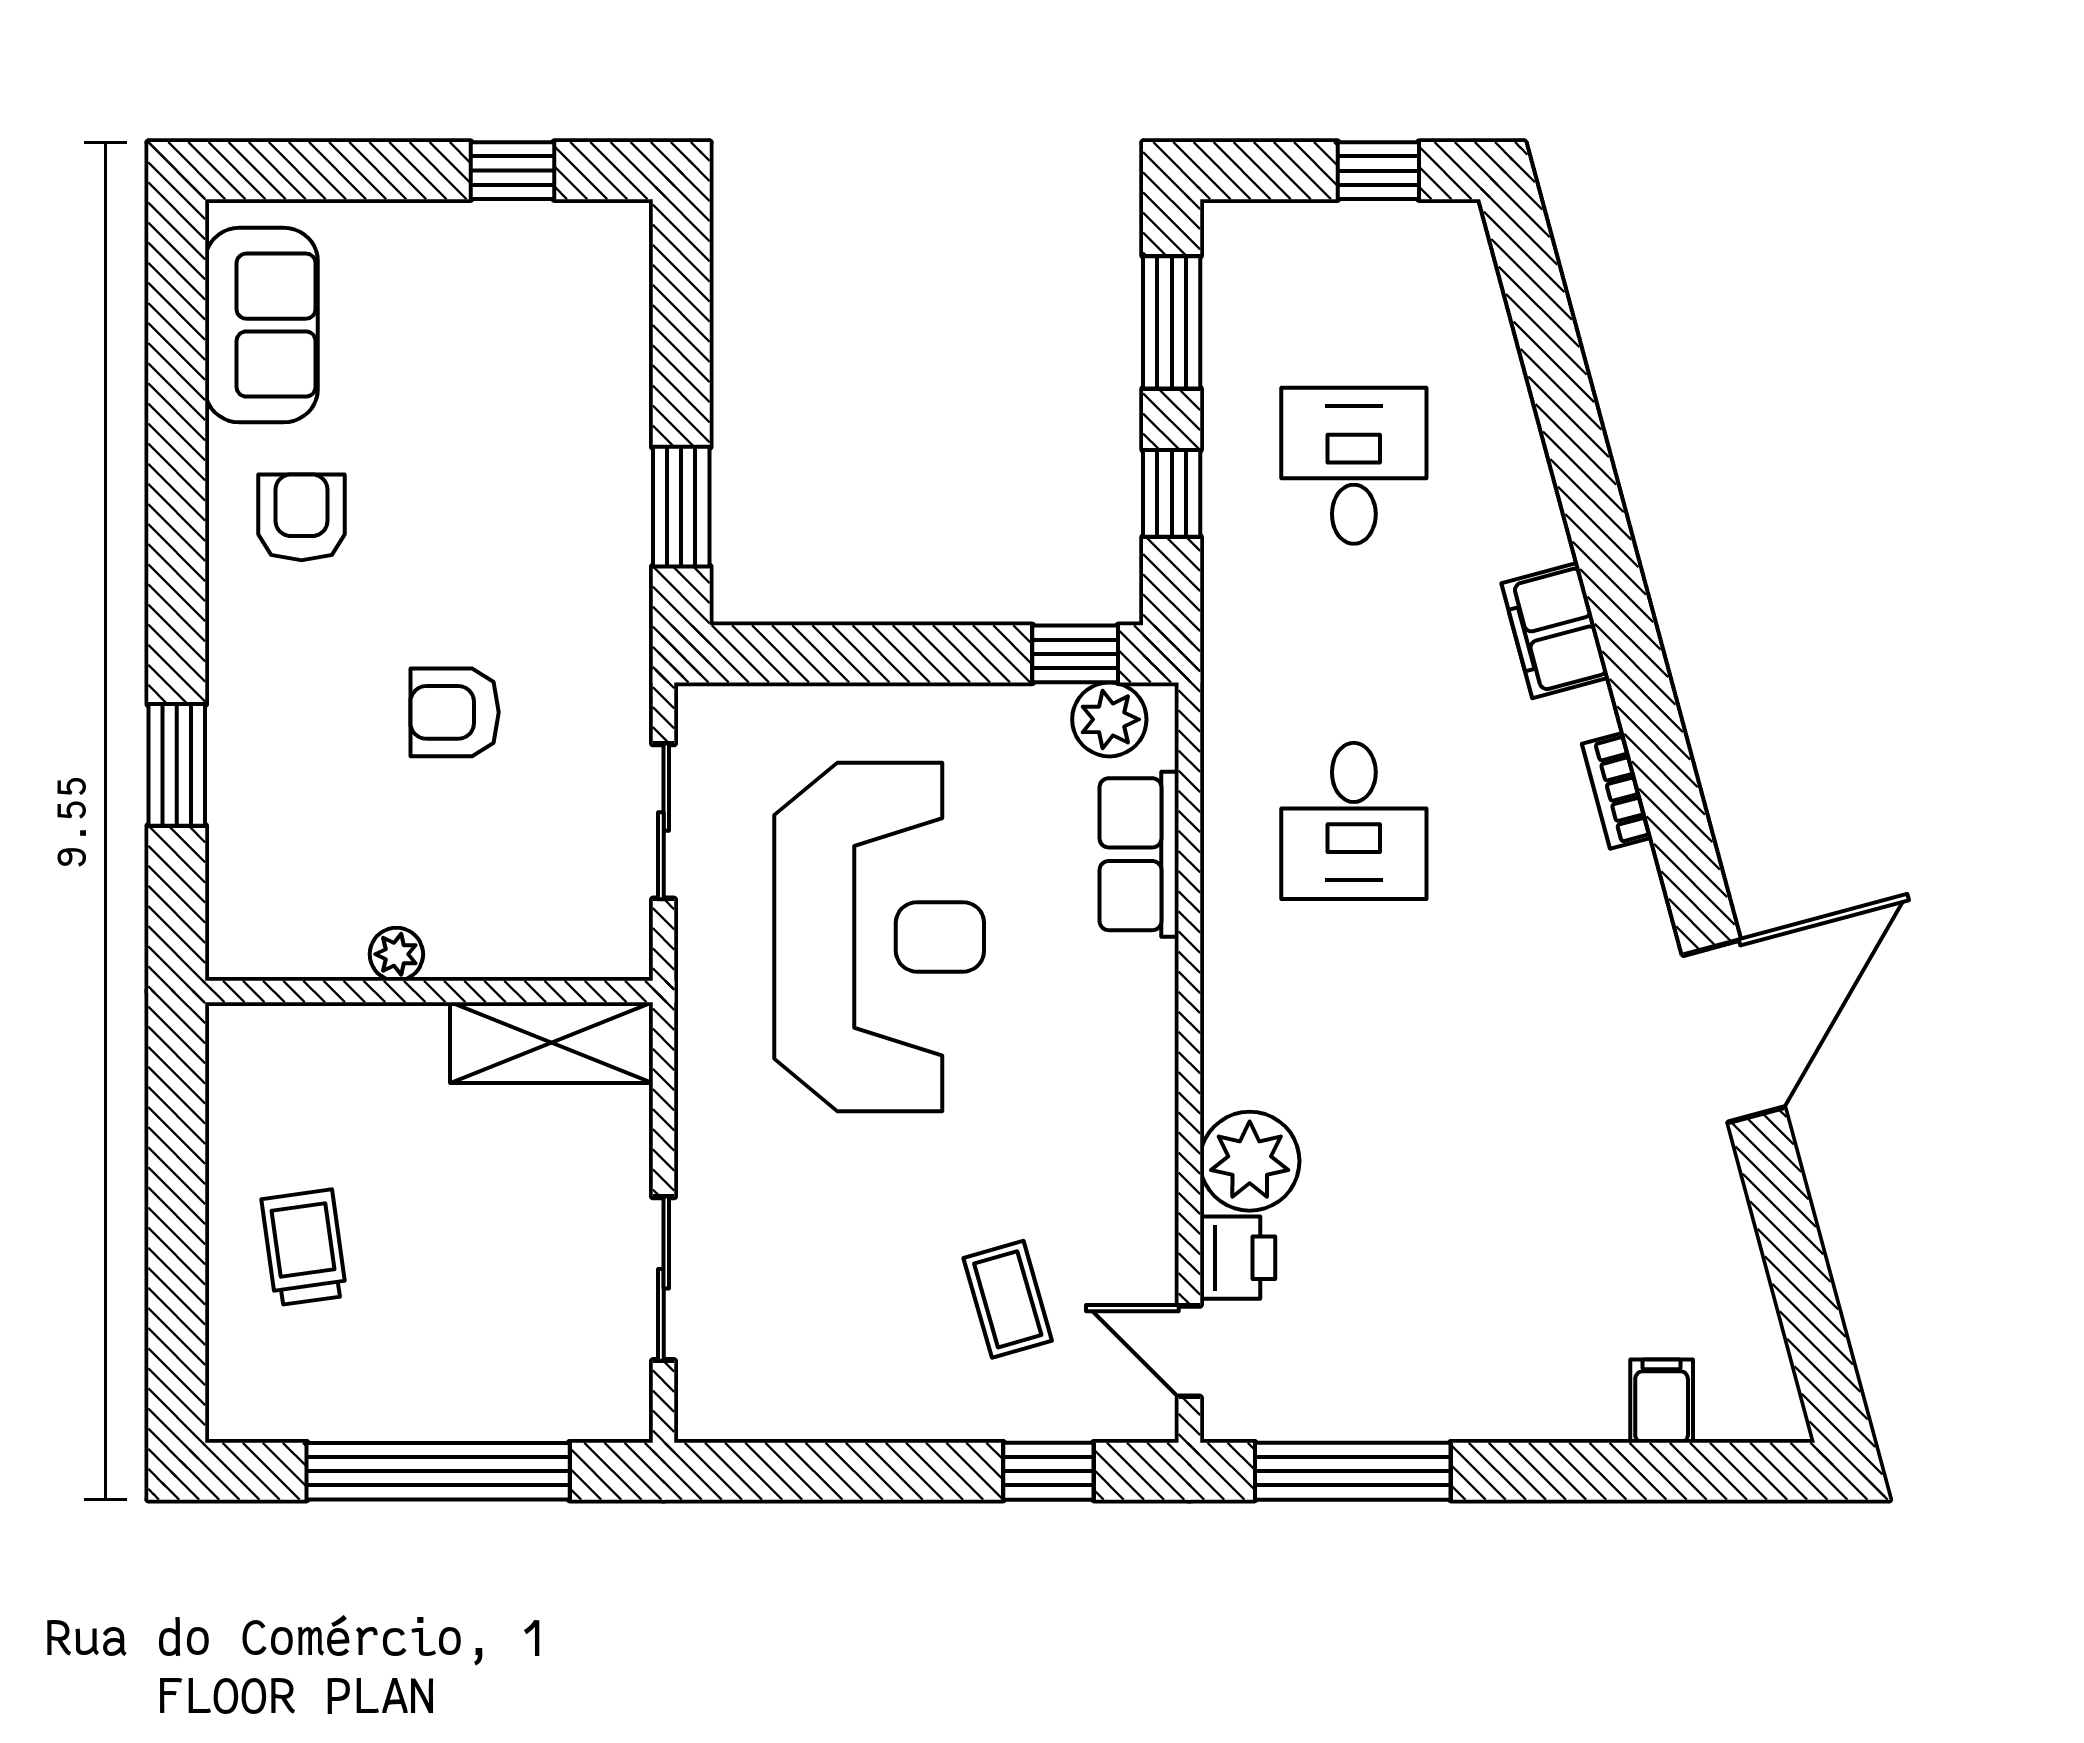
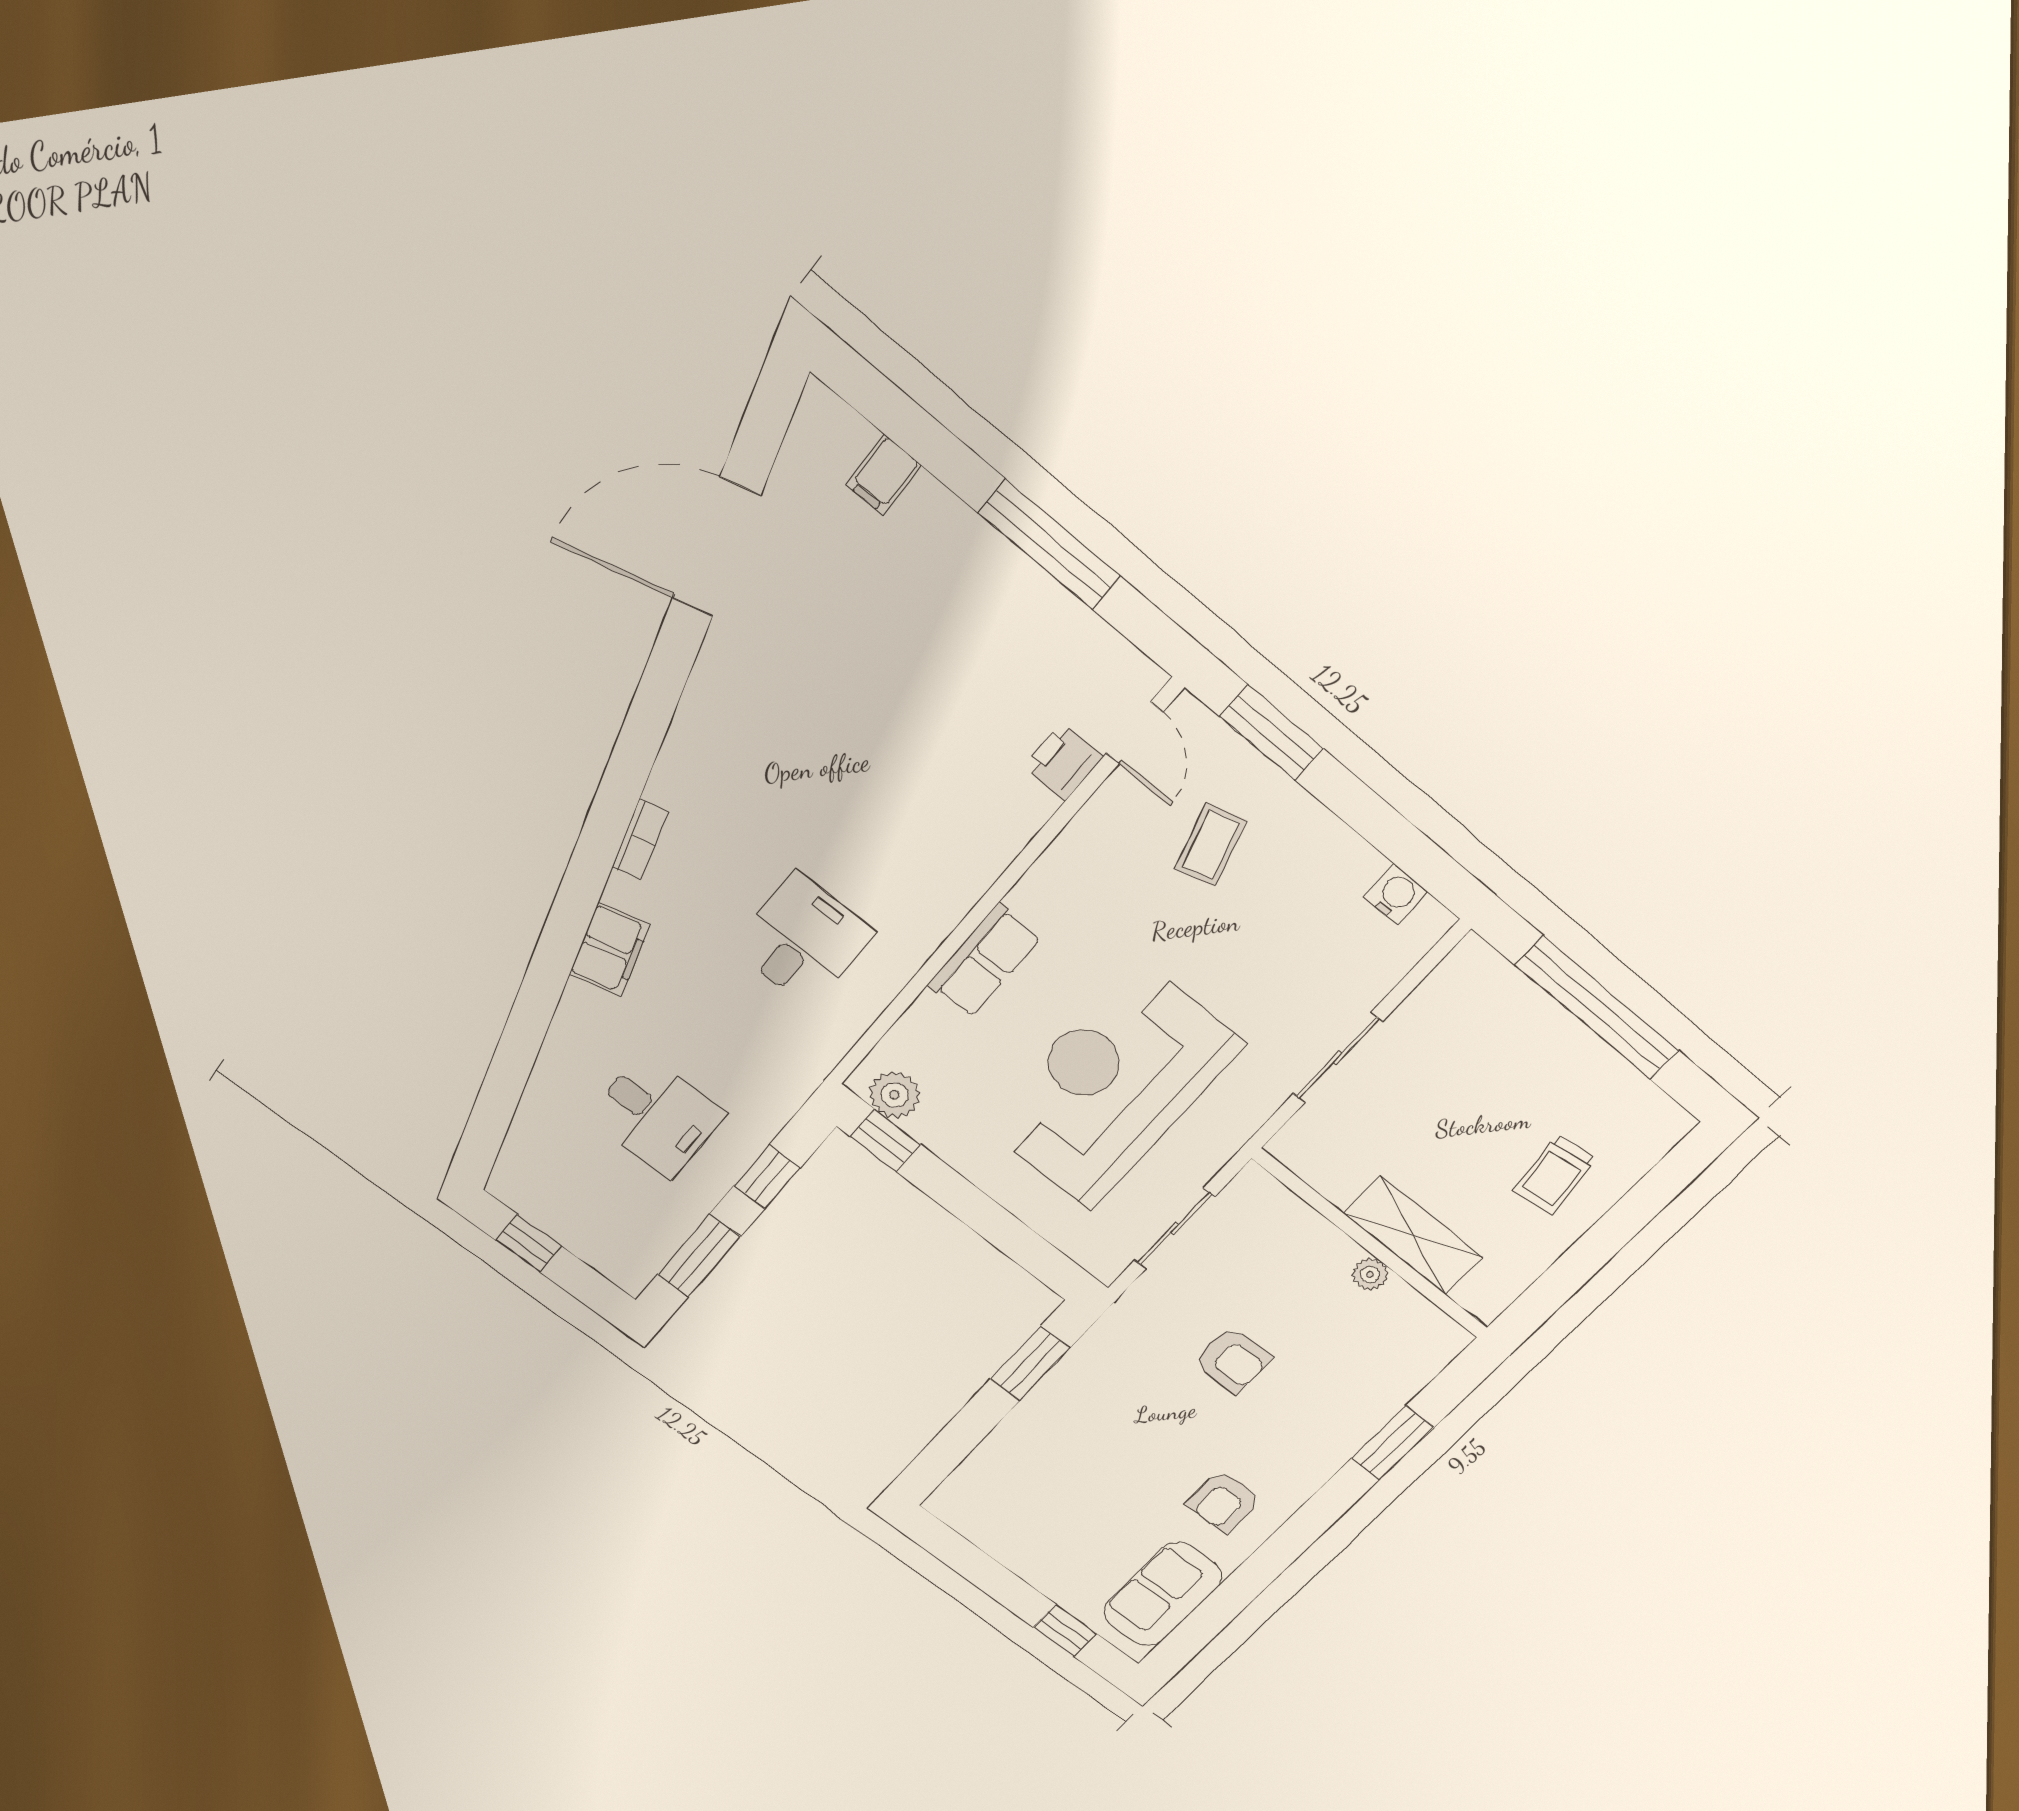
window: (512, 171) -> (1065, 1631), moved
desk: (1354, 466) -> (657, 1116), turned -90
row of seats: (1139, 854) -> (984, 961), moved
door: (1734, 1031) -> (716, 547), moved
shelving: (552, 1043) -> (1413, 1235), moved
plant: (1250, 1161) -> (1012, 808), removed
sliding door: (664, 1279) -> (1338, 1058), moved
water cooler: (765, 1411) -> (1396, 895), added
window: (1048, 1471) -> (1272, 733), width x1.50
window: (1353, 1471) -> (1049, 545), moved

